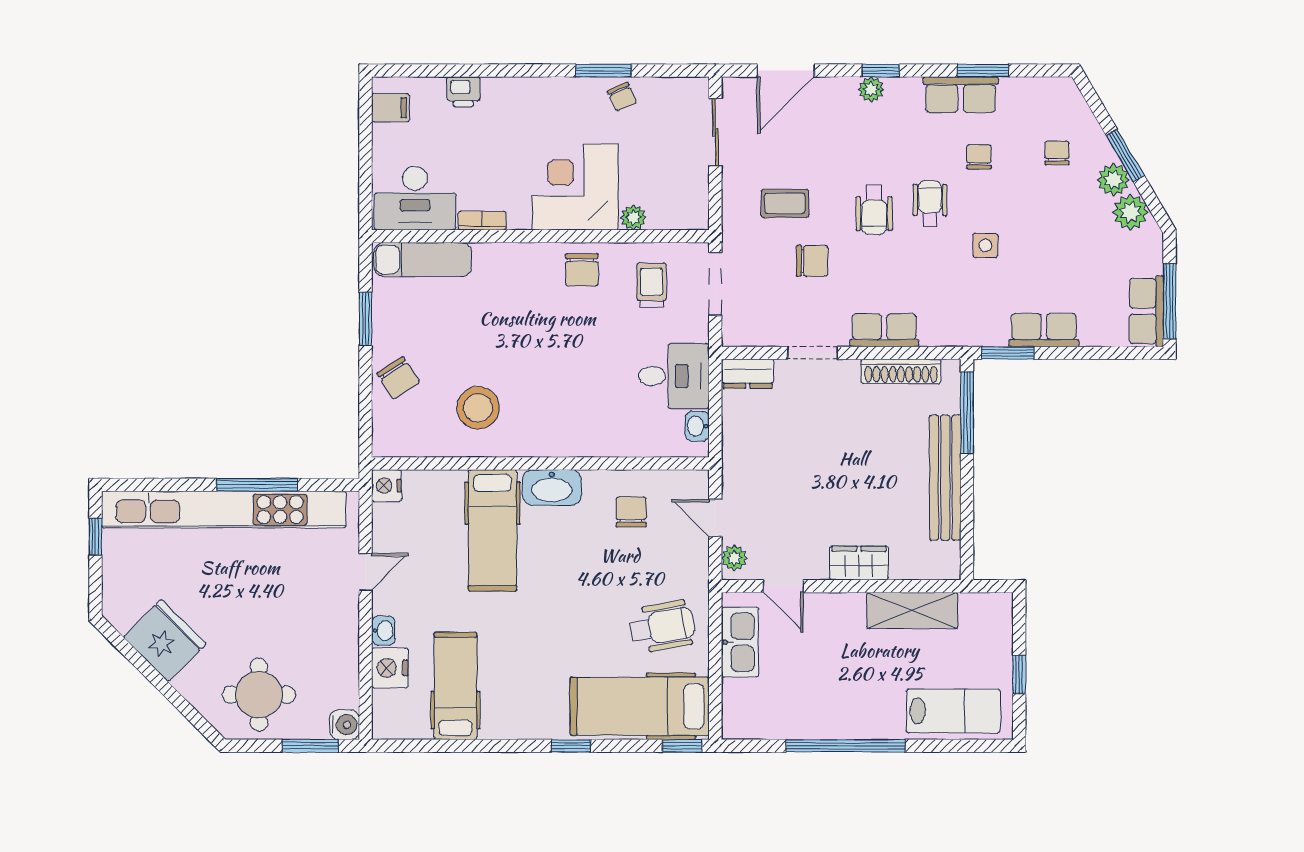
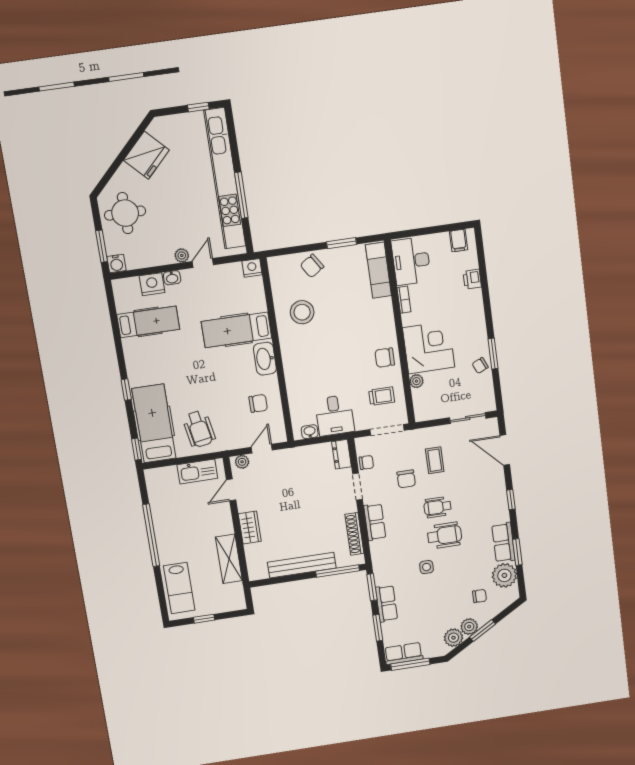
plant: (871, 89) -> (504, 575), moved, width x1.87, depth x1.87
chair: (979, 157) -> (366, 462), moved
wheelchair: (930, 204) -> (445, 535), width x1.36, depth x1.37
window: (1088, 353) -> (378, 628), added
door: (365, 572) -> (203, 263), swing flipped
plant: (347, 607) -> (182, 255), added

